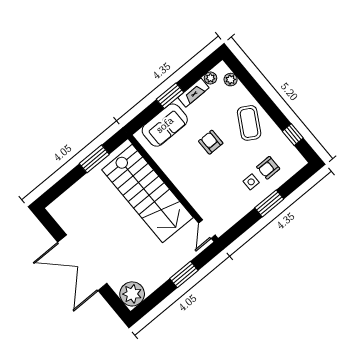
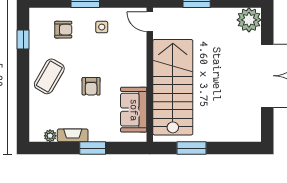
plant: (231, 80) -> (36, 122), removed
sofa: (165, 125) -> (134, 110), moved, turned -90
side table: (251, 182) -> (102, 27), moved
door: (207, 229) -> (150, 22), swing flipped

